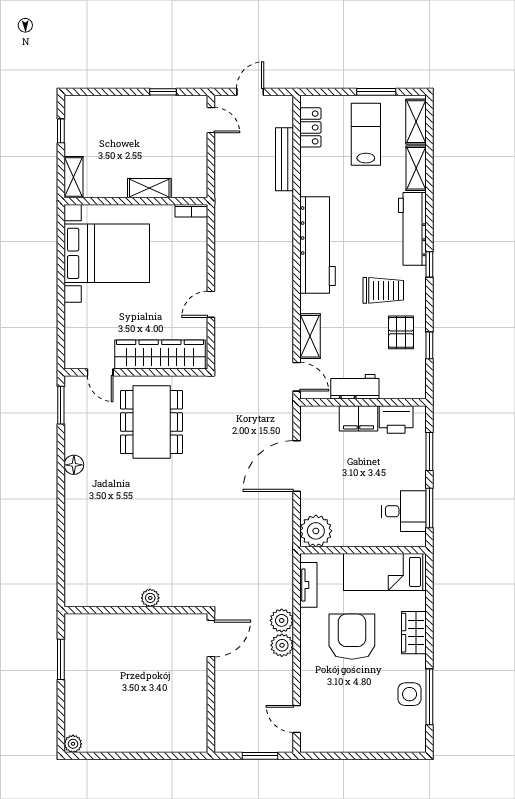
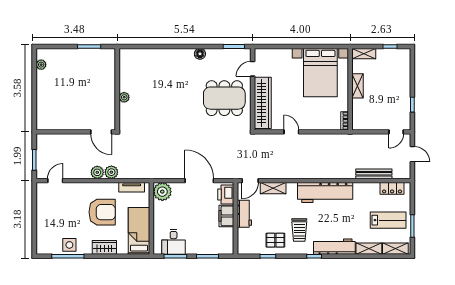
shelving: (149, 188) -> (358, 86), moved
printer: (396, 419) -> (226, 194), moved
plant: (73, 744) -> (41, 65), moved

